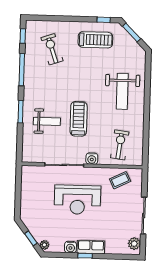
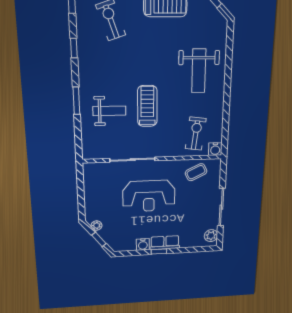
window: (22, 70) -> (74, 48), width x0.46
water cooler: (92, 159) -> (215, 149), moved
plant: (44, 245) -> (96, 225), moved

